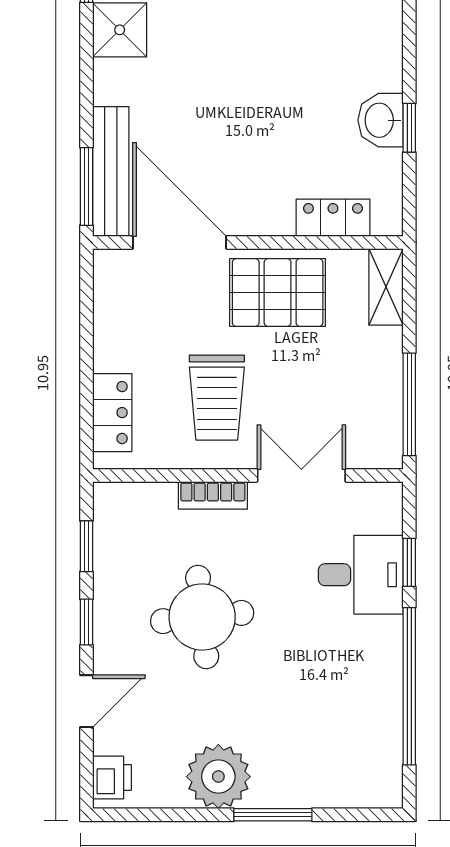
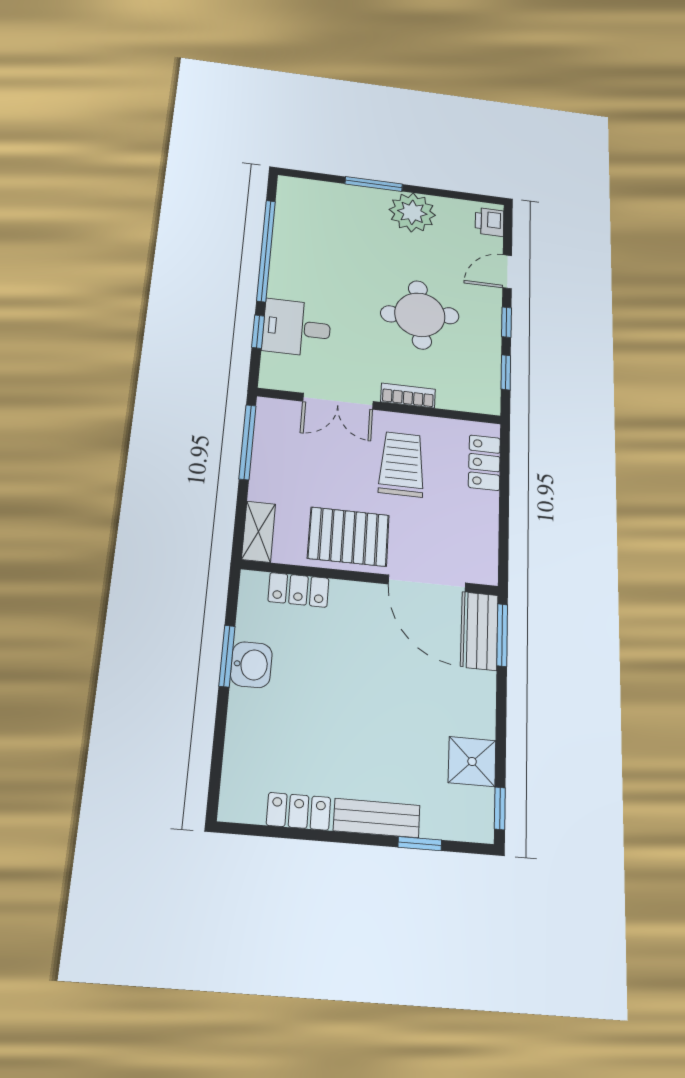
window: (409, 128) -> (227, 656), width x1.50
bench: (111, 171) -> (482, 631), width x0.73

